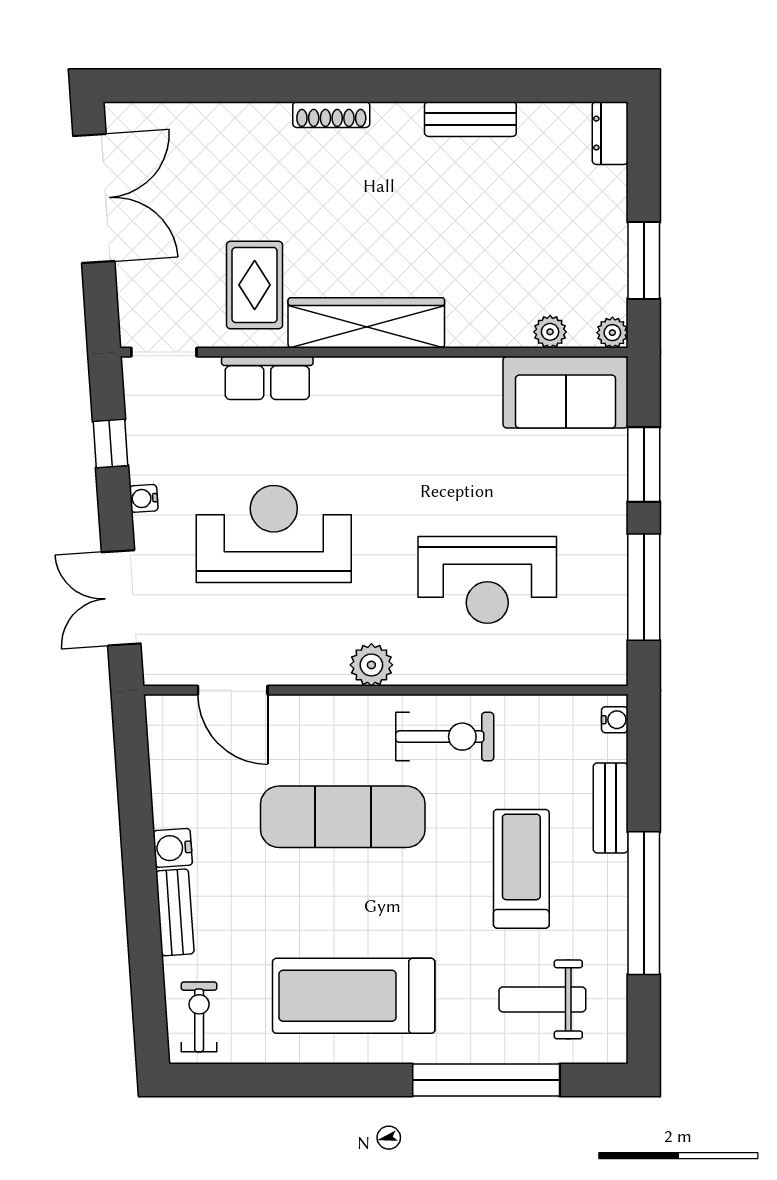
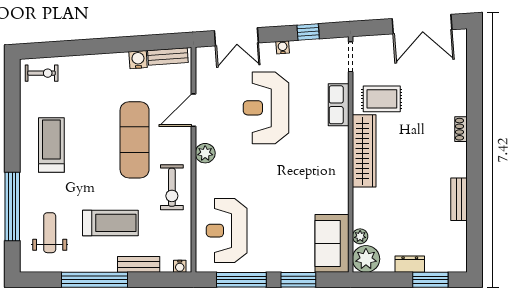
shoe rack: (331, 115) -> (461, 129), width x0.70
dresser: (610, 133) -> (410, 264), moved
window: (644, 260) -> (430, 280), moved
plant: (612, 333) -> (366, 259), width x1.87, depth x1.87
reception desk: (274, 534) -> (266, 108), turned 180
reception desk: (487, 580) -> (227, 231), moved
double door: (121, 598) -> (236, 37), swing flipped
door: (233, 690) -> (193, 110), moved
water cooler: (173, 848) -> (138, 60), moved
bench: (175, 912) -> (168, 57), moved
treadmill: (354, 996) -> (51, 145), width x0.73, depth x0.73

